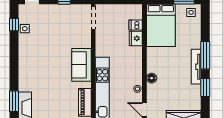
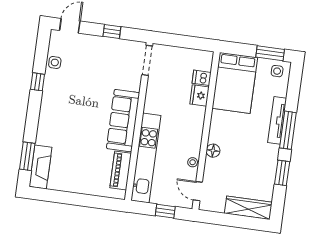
window: (14, 25) -> (38, 82), moved
sofa: (81, 65) -> (123, 121), width x1.36
tv unit: (196, 67) -> (277, 120), moved

